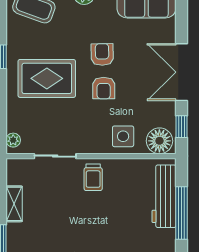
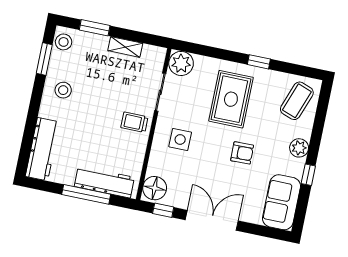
armchair: (104, 88) -> (212, 148), removed
side table: (123, 136) -> (180, 139), moved
plant: (13, 140) -> (181, 63), width x1.88, depth x1.88

